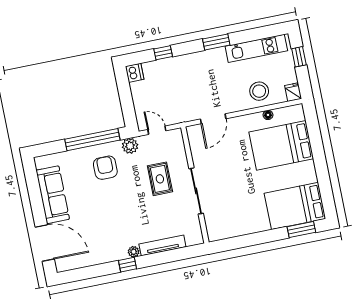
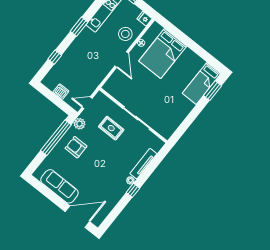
dishwasher: (135, 73) -> (61, 92), moved
door: (213, 119) -> (122, 59), moved
bed: (295, 206) -> (202, 83), width x0.67

